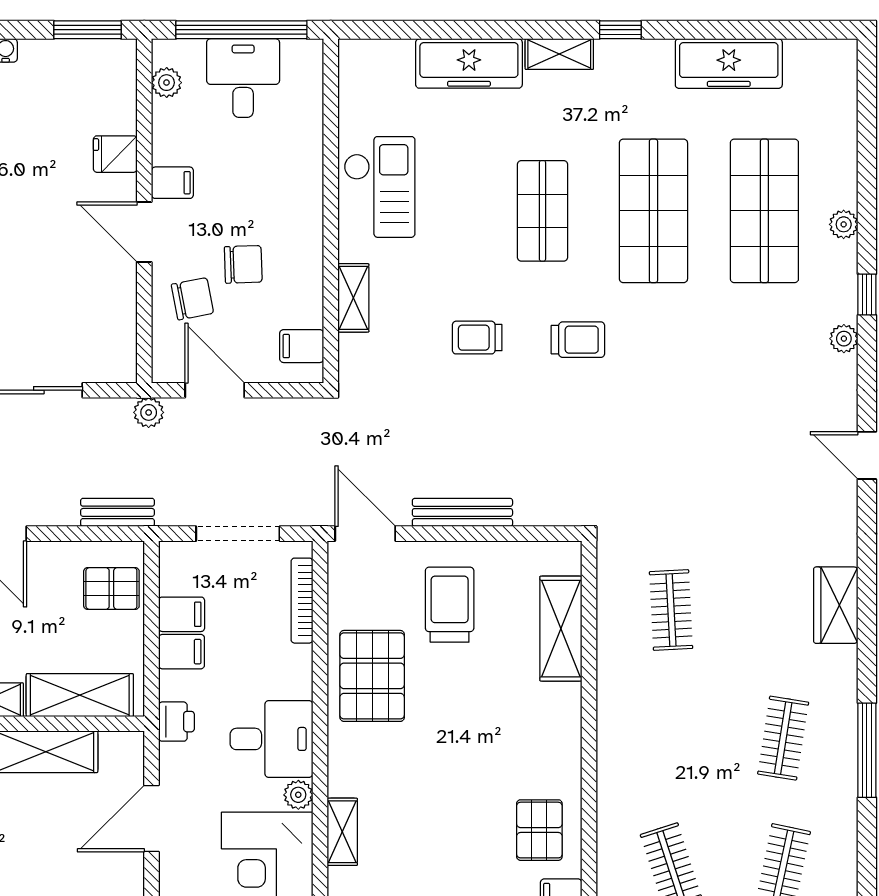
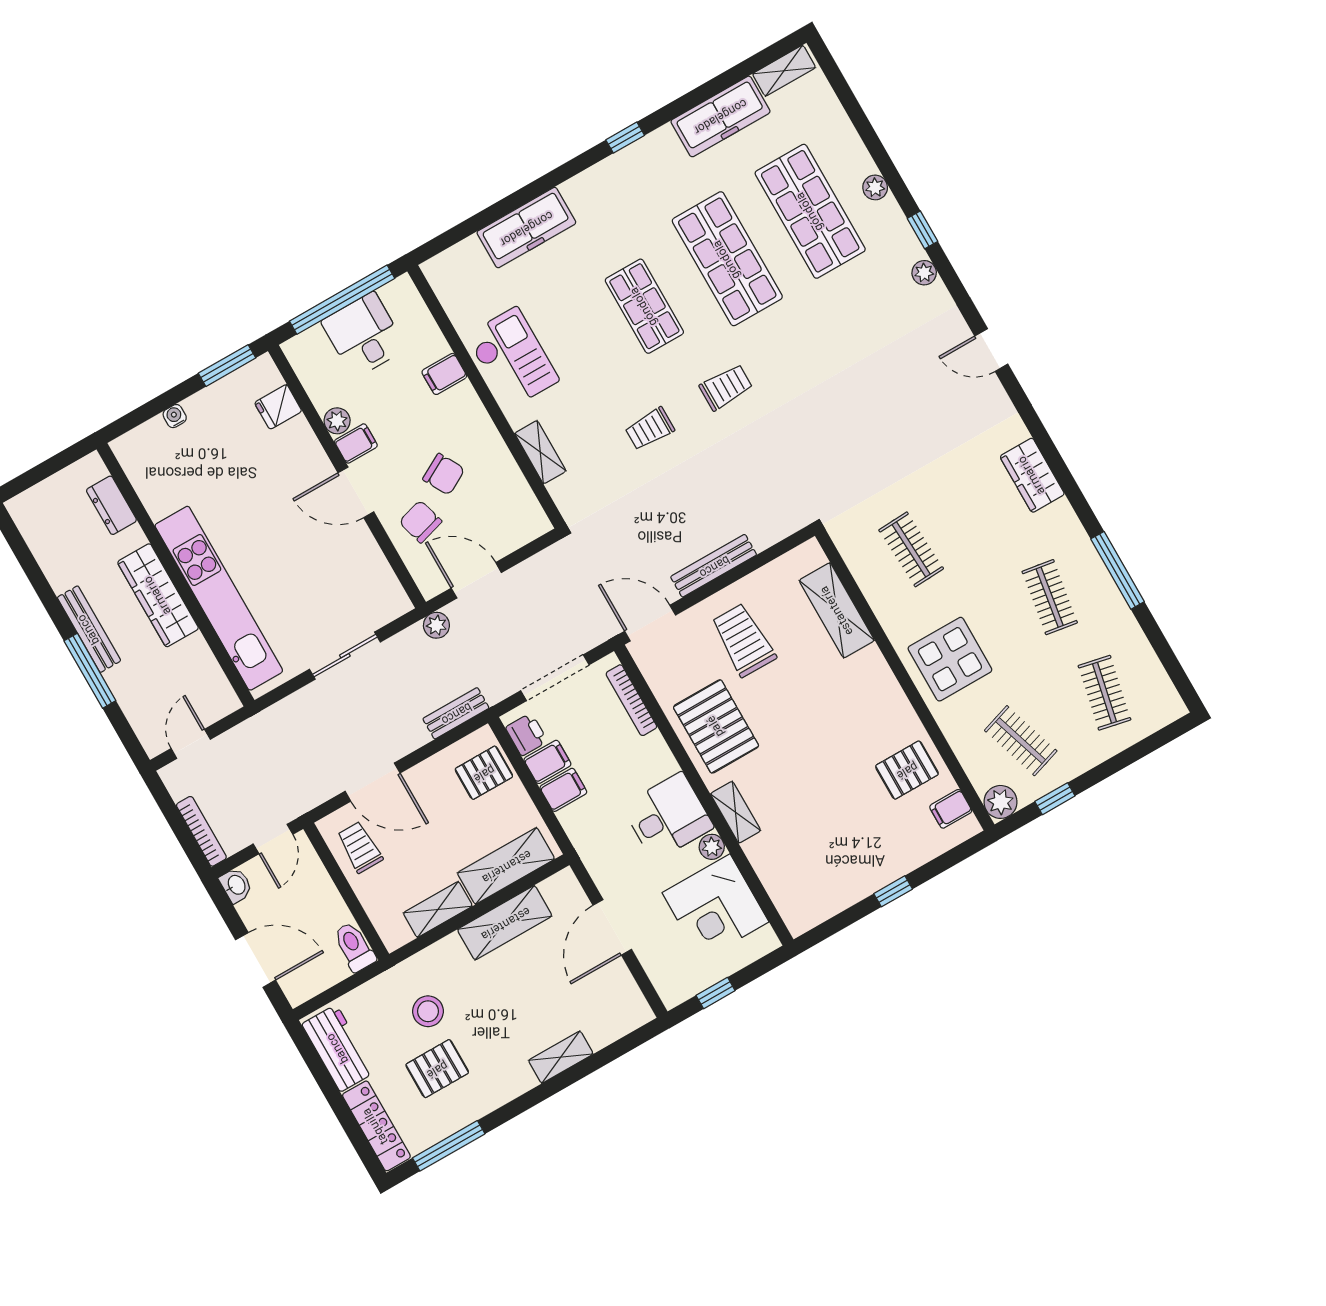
shelving: (559, 54) -> (784, 71), moved
plant: (167, 83) -> (337, 421), moved
fridge: (115, 154) -> (278, 407), moved
chair: (243, 264) -> (444, 474), turned 63
chair: (192, 299) -> (420, 522), turned -95
filing cabinet: (302, 346) -> (444, 374), moved
printer: (176, 722) -> (527, 734), moved
display table: (647, 743) -> (950, 659), added
pallet: (539, 830) -> (907, 770), turned 90
shelving: (342, 832) -> (736, 812), moved

